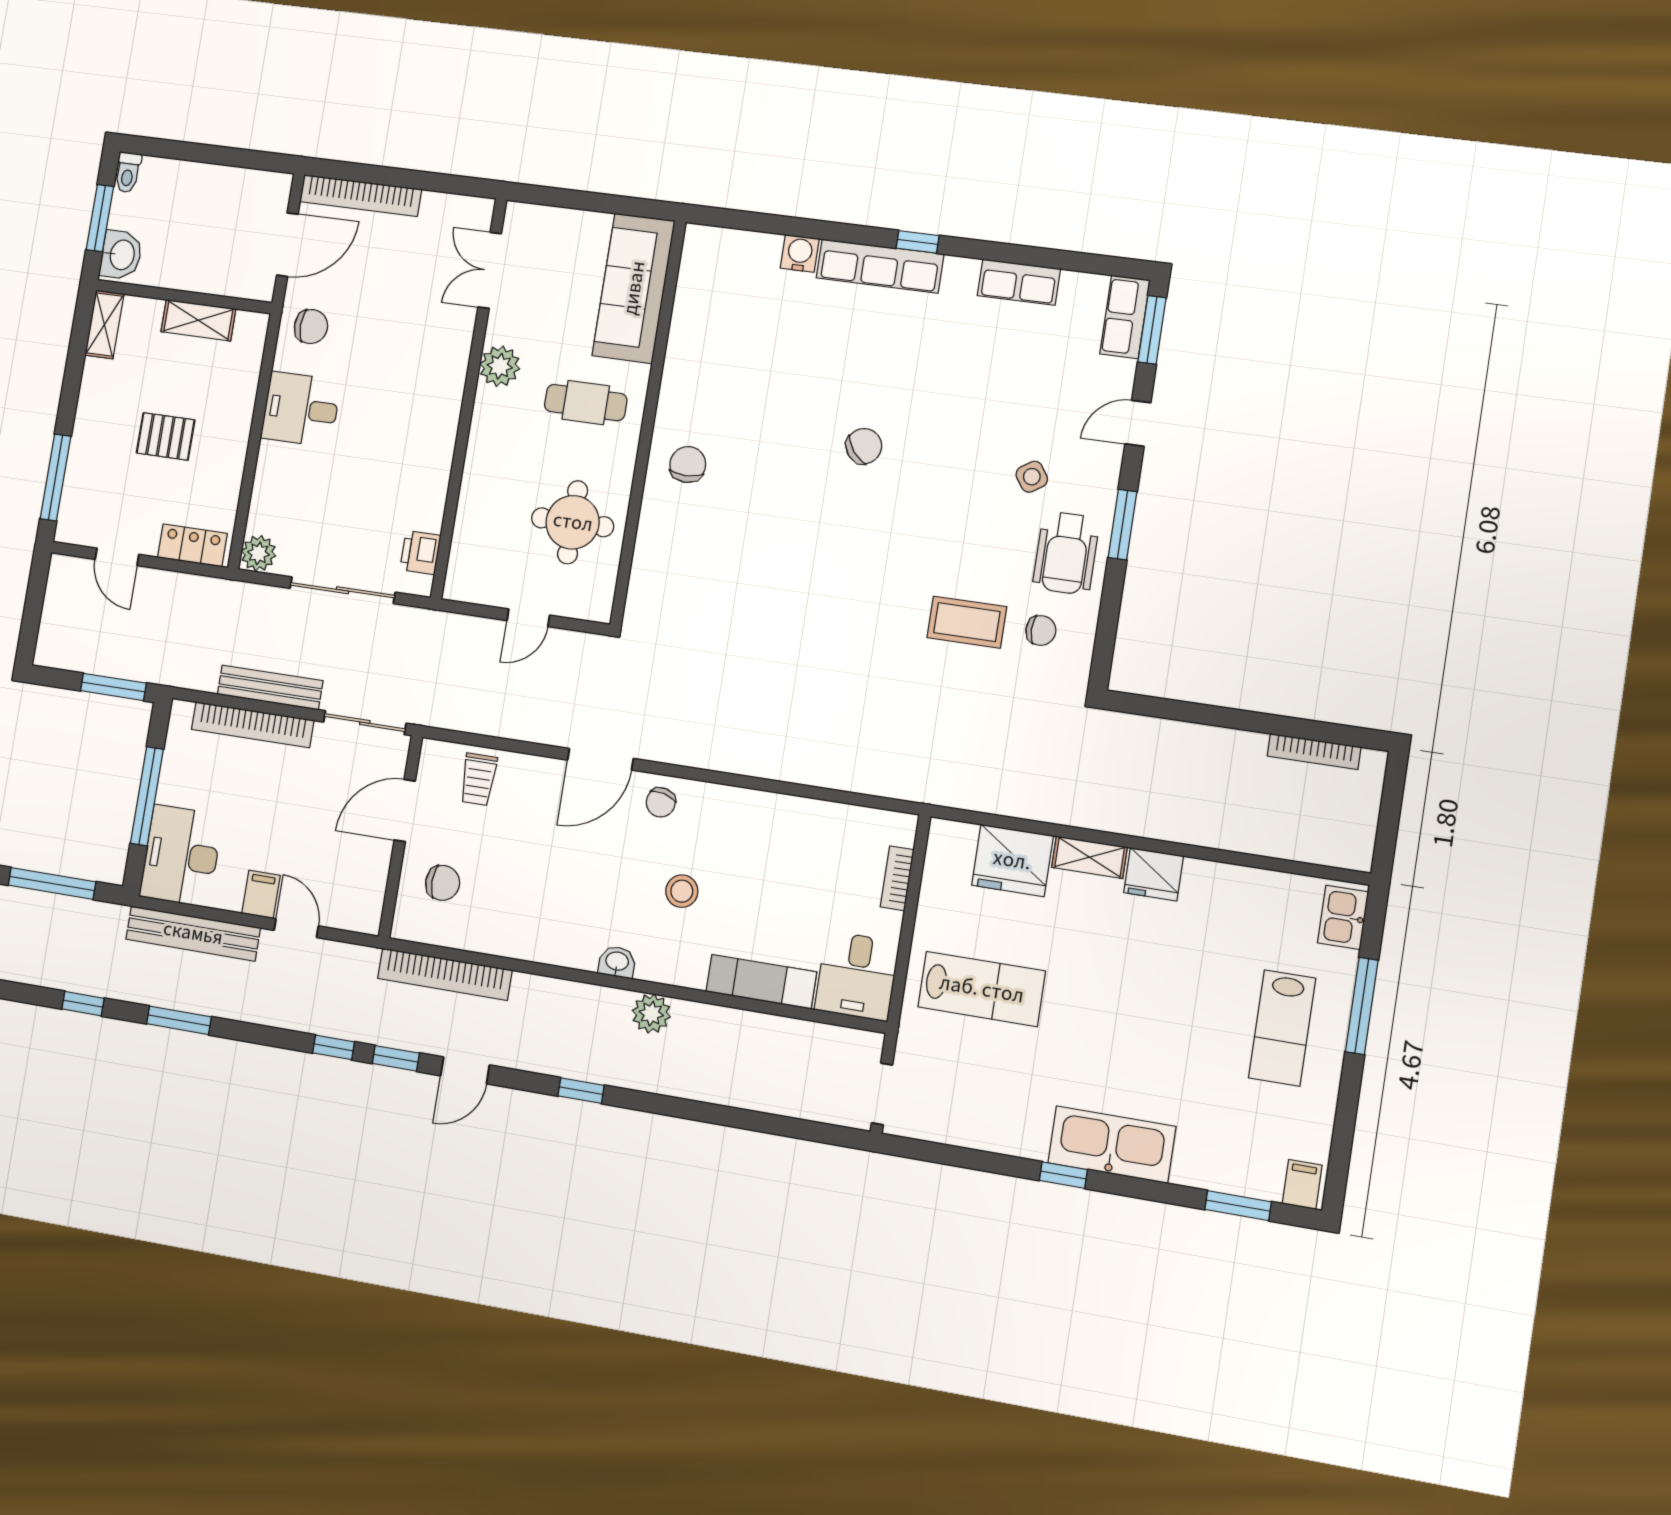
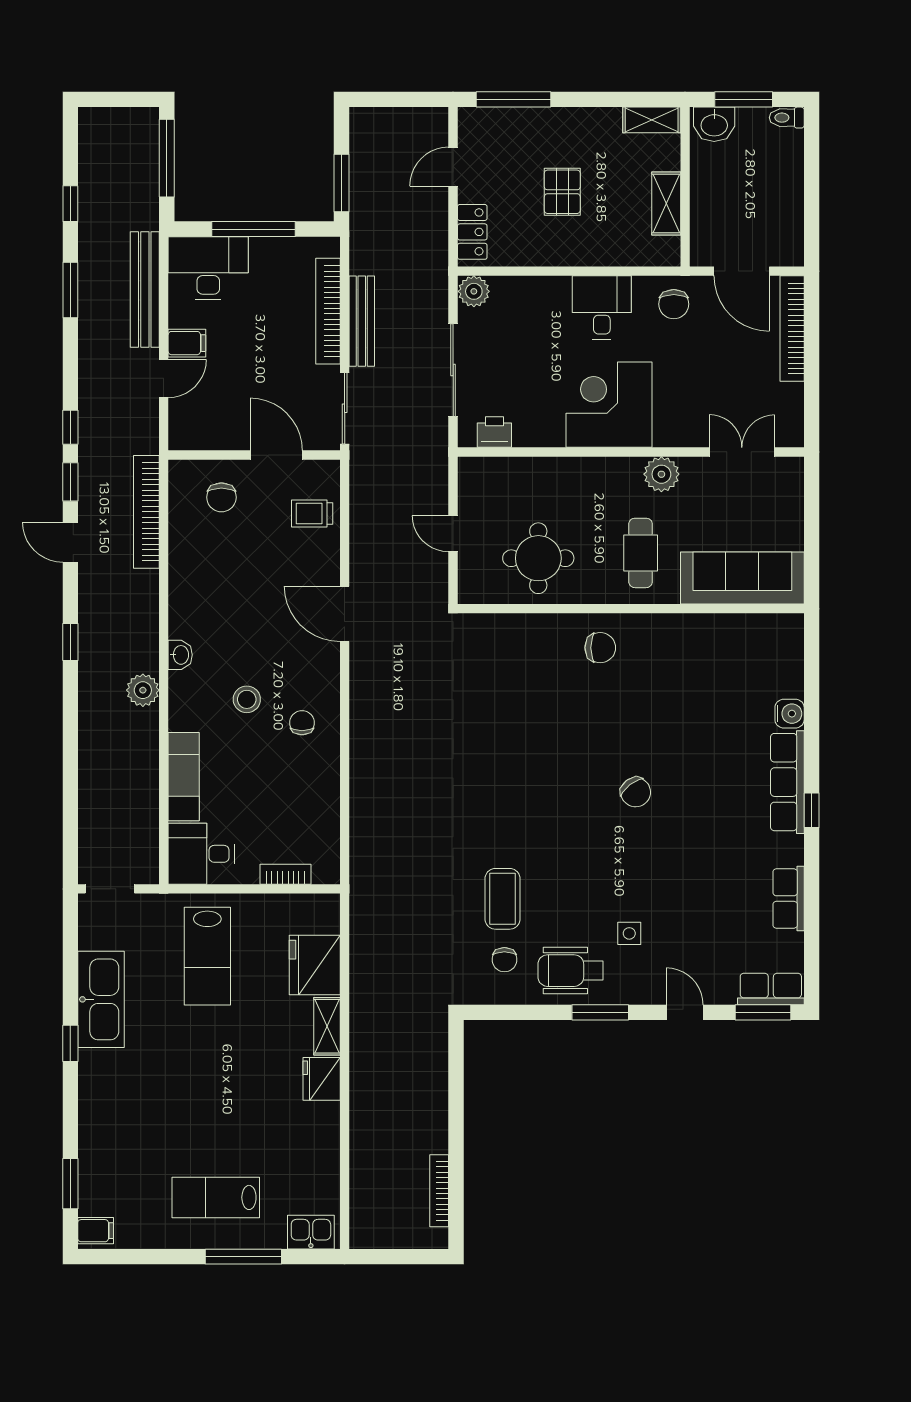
corner desk: (411, 416) -> (609, 405), added
side table: (1032, 477) -> (629, 933), turned 34
chair: (661, 802) -> (302, 723), moved, turned 76
kitchen sink: (1112, 1145) -> (101, 999), moved

